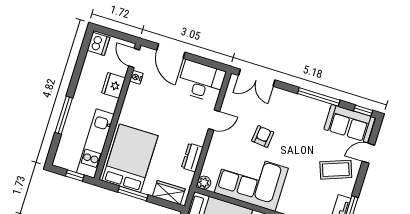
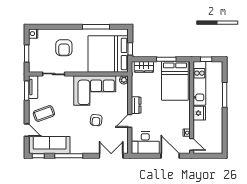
dishwasher: (98, 44) -> (217, 146), removed
fridge: (114, 85) -> (199, 113), moved
sofa: (350, 123) -> (50, 145), width x1.36
door: (368, 153) -> (27, 130), hinge flipped
dresser: (192, 157) -> (136, 105), moved

